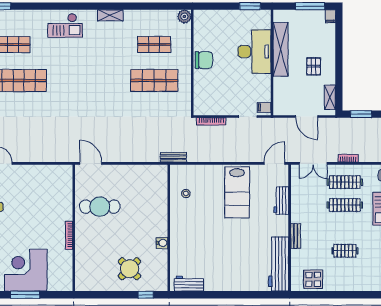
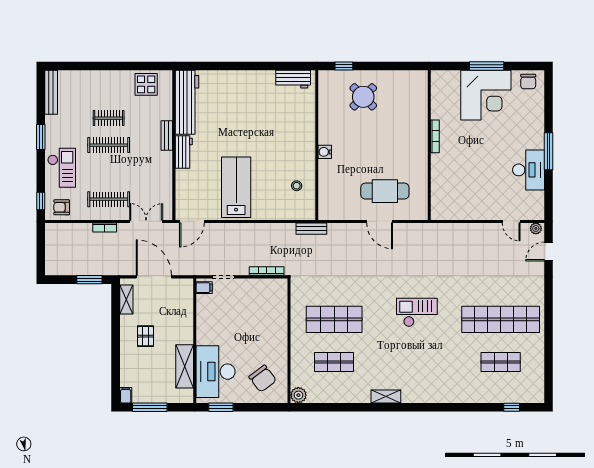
checkout: (65, 25) -> (417, 312), moved
shelving: (281, 49) -> (185, 366), width x0.68
desk: (254, 52) -> (216, 372), moved
chair: (204, 60) -> (263, 379), moved, turned -127
door: (307, 116) -> (154, 277), width x1.36
door: (91, 163) -> (380, 221), moved
workbench: (281, 201) -> (184, 152), moved
clothes rail: (345, 205) -> (109, 145), moved
cafe table: (100, 207) -> (385, 191), moved
water cooler: (162, 243) -> (325, 152), moved

